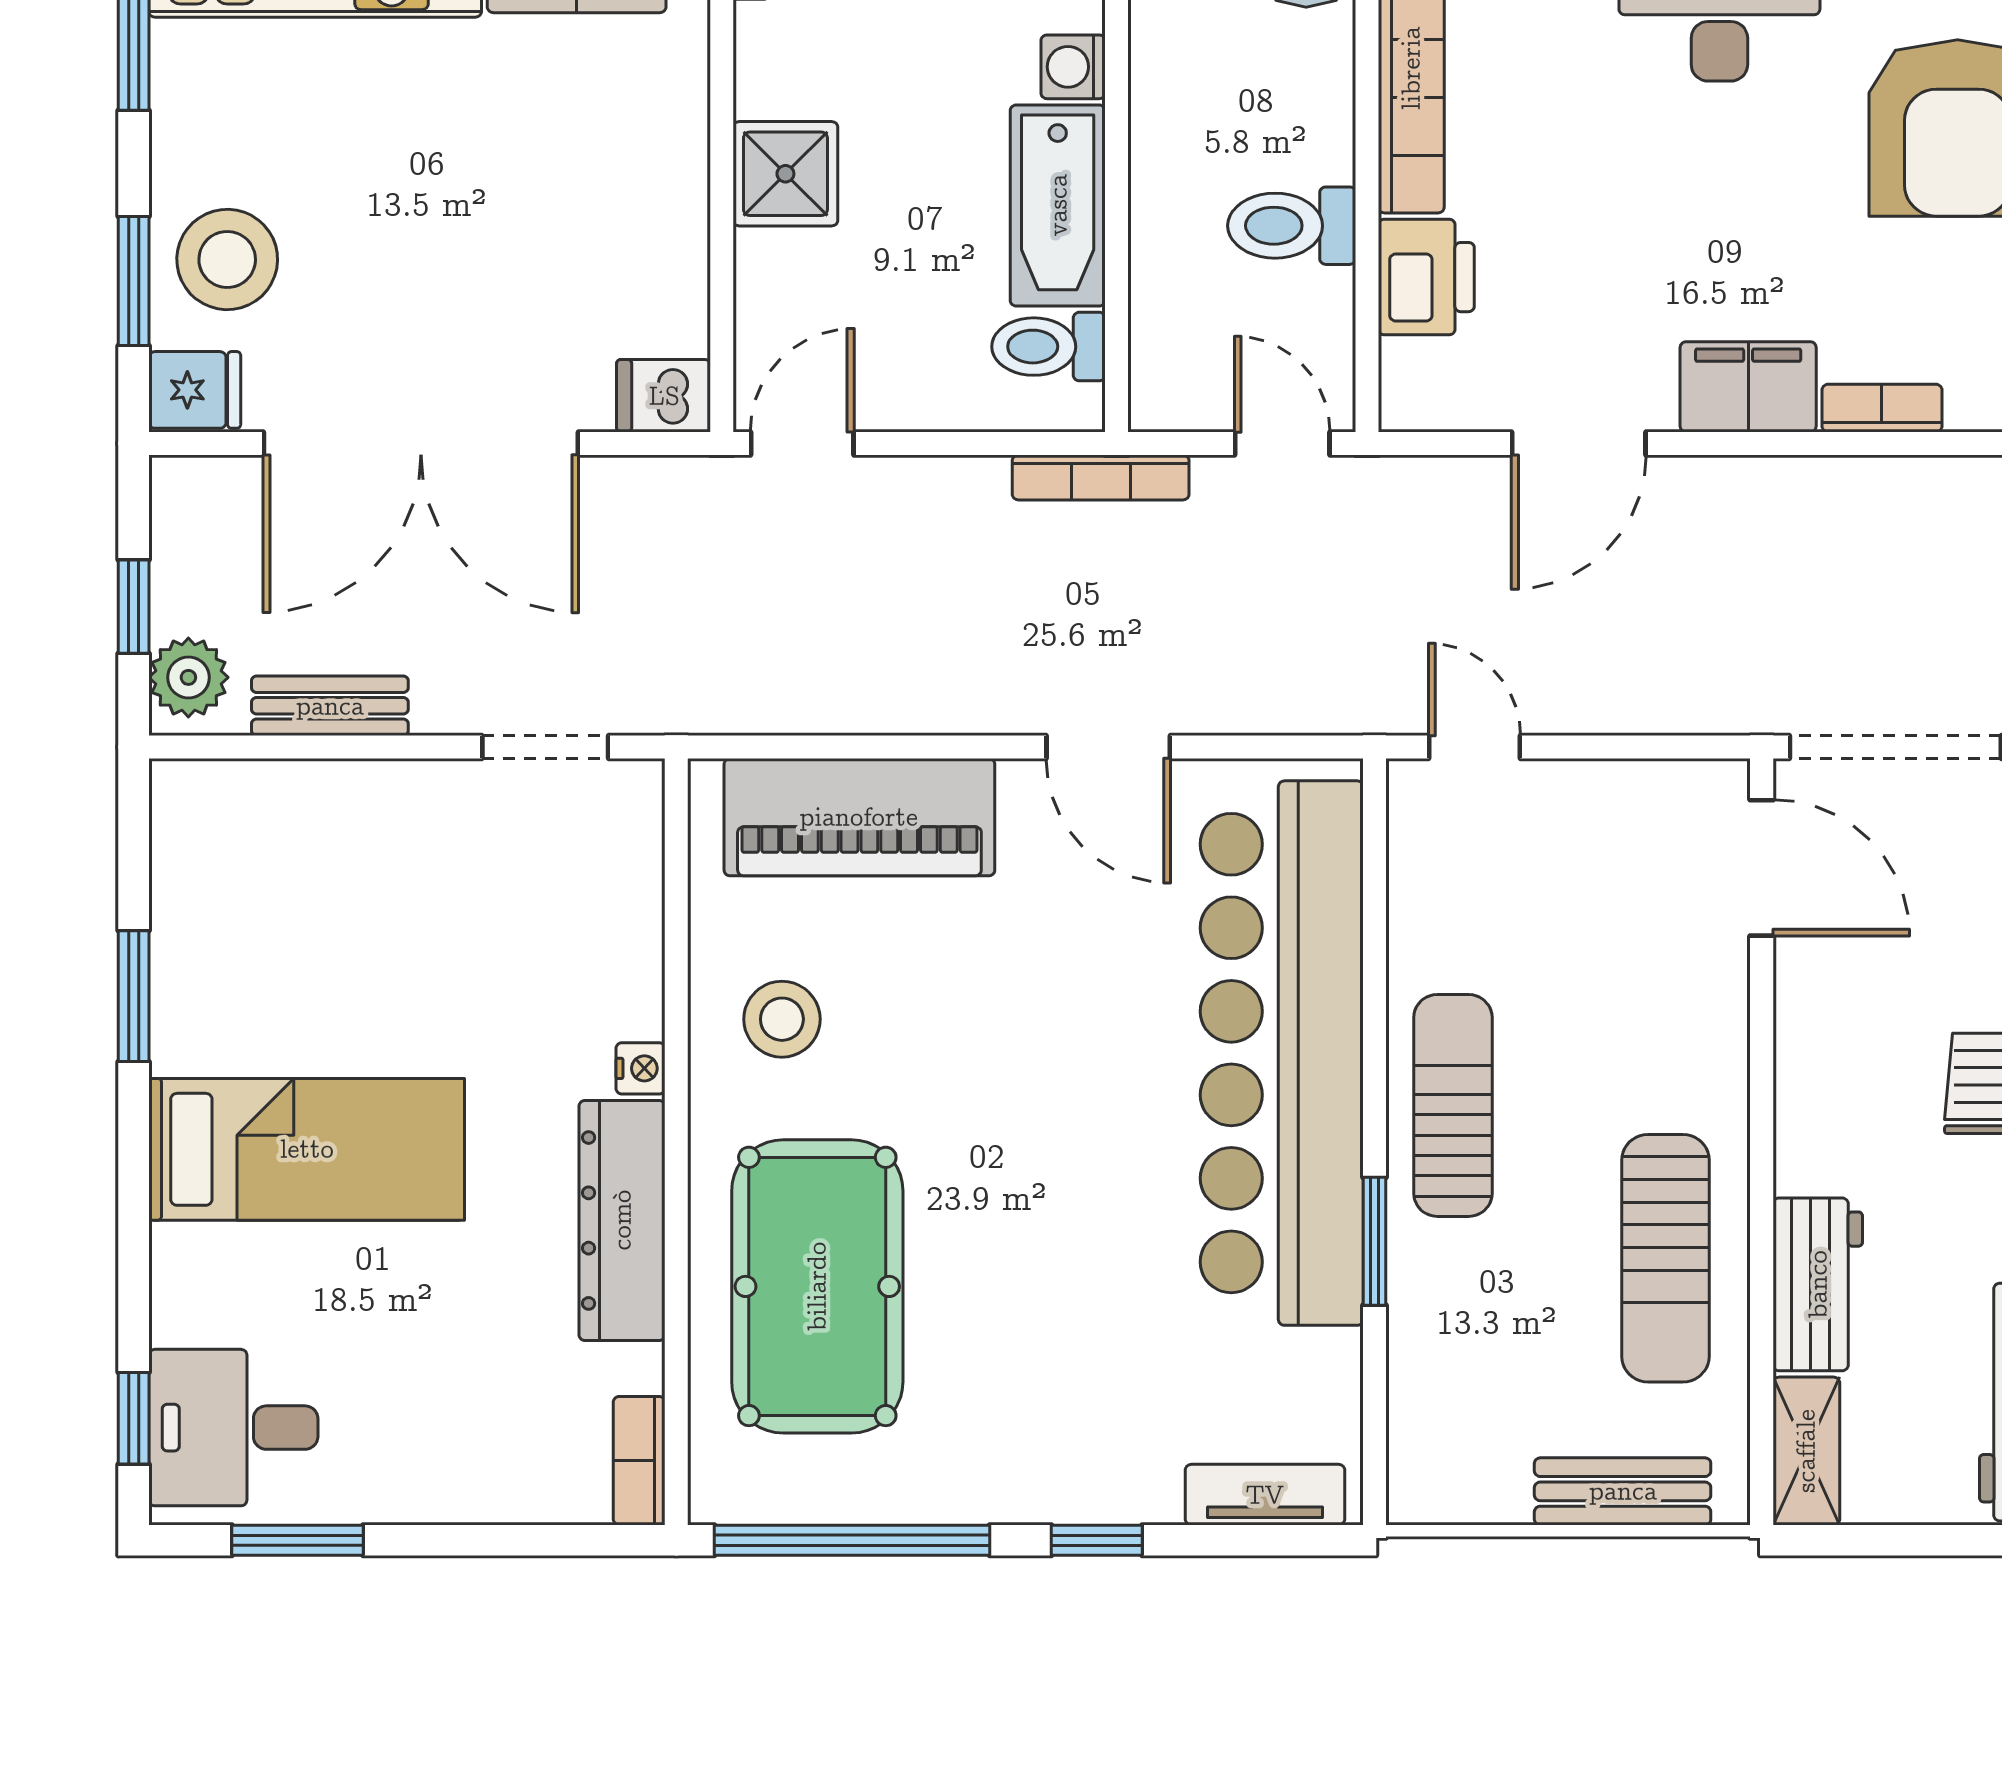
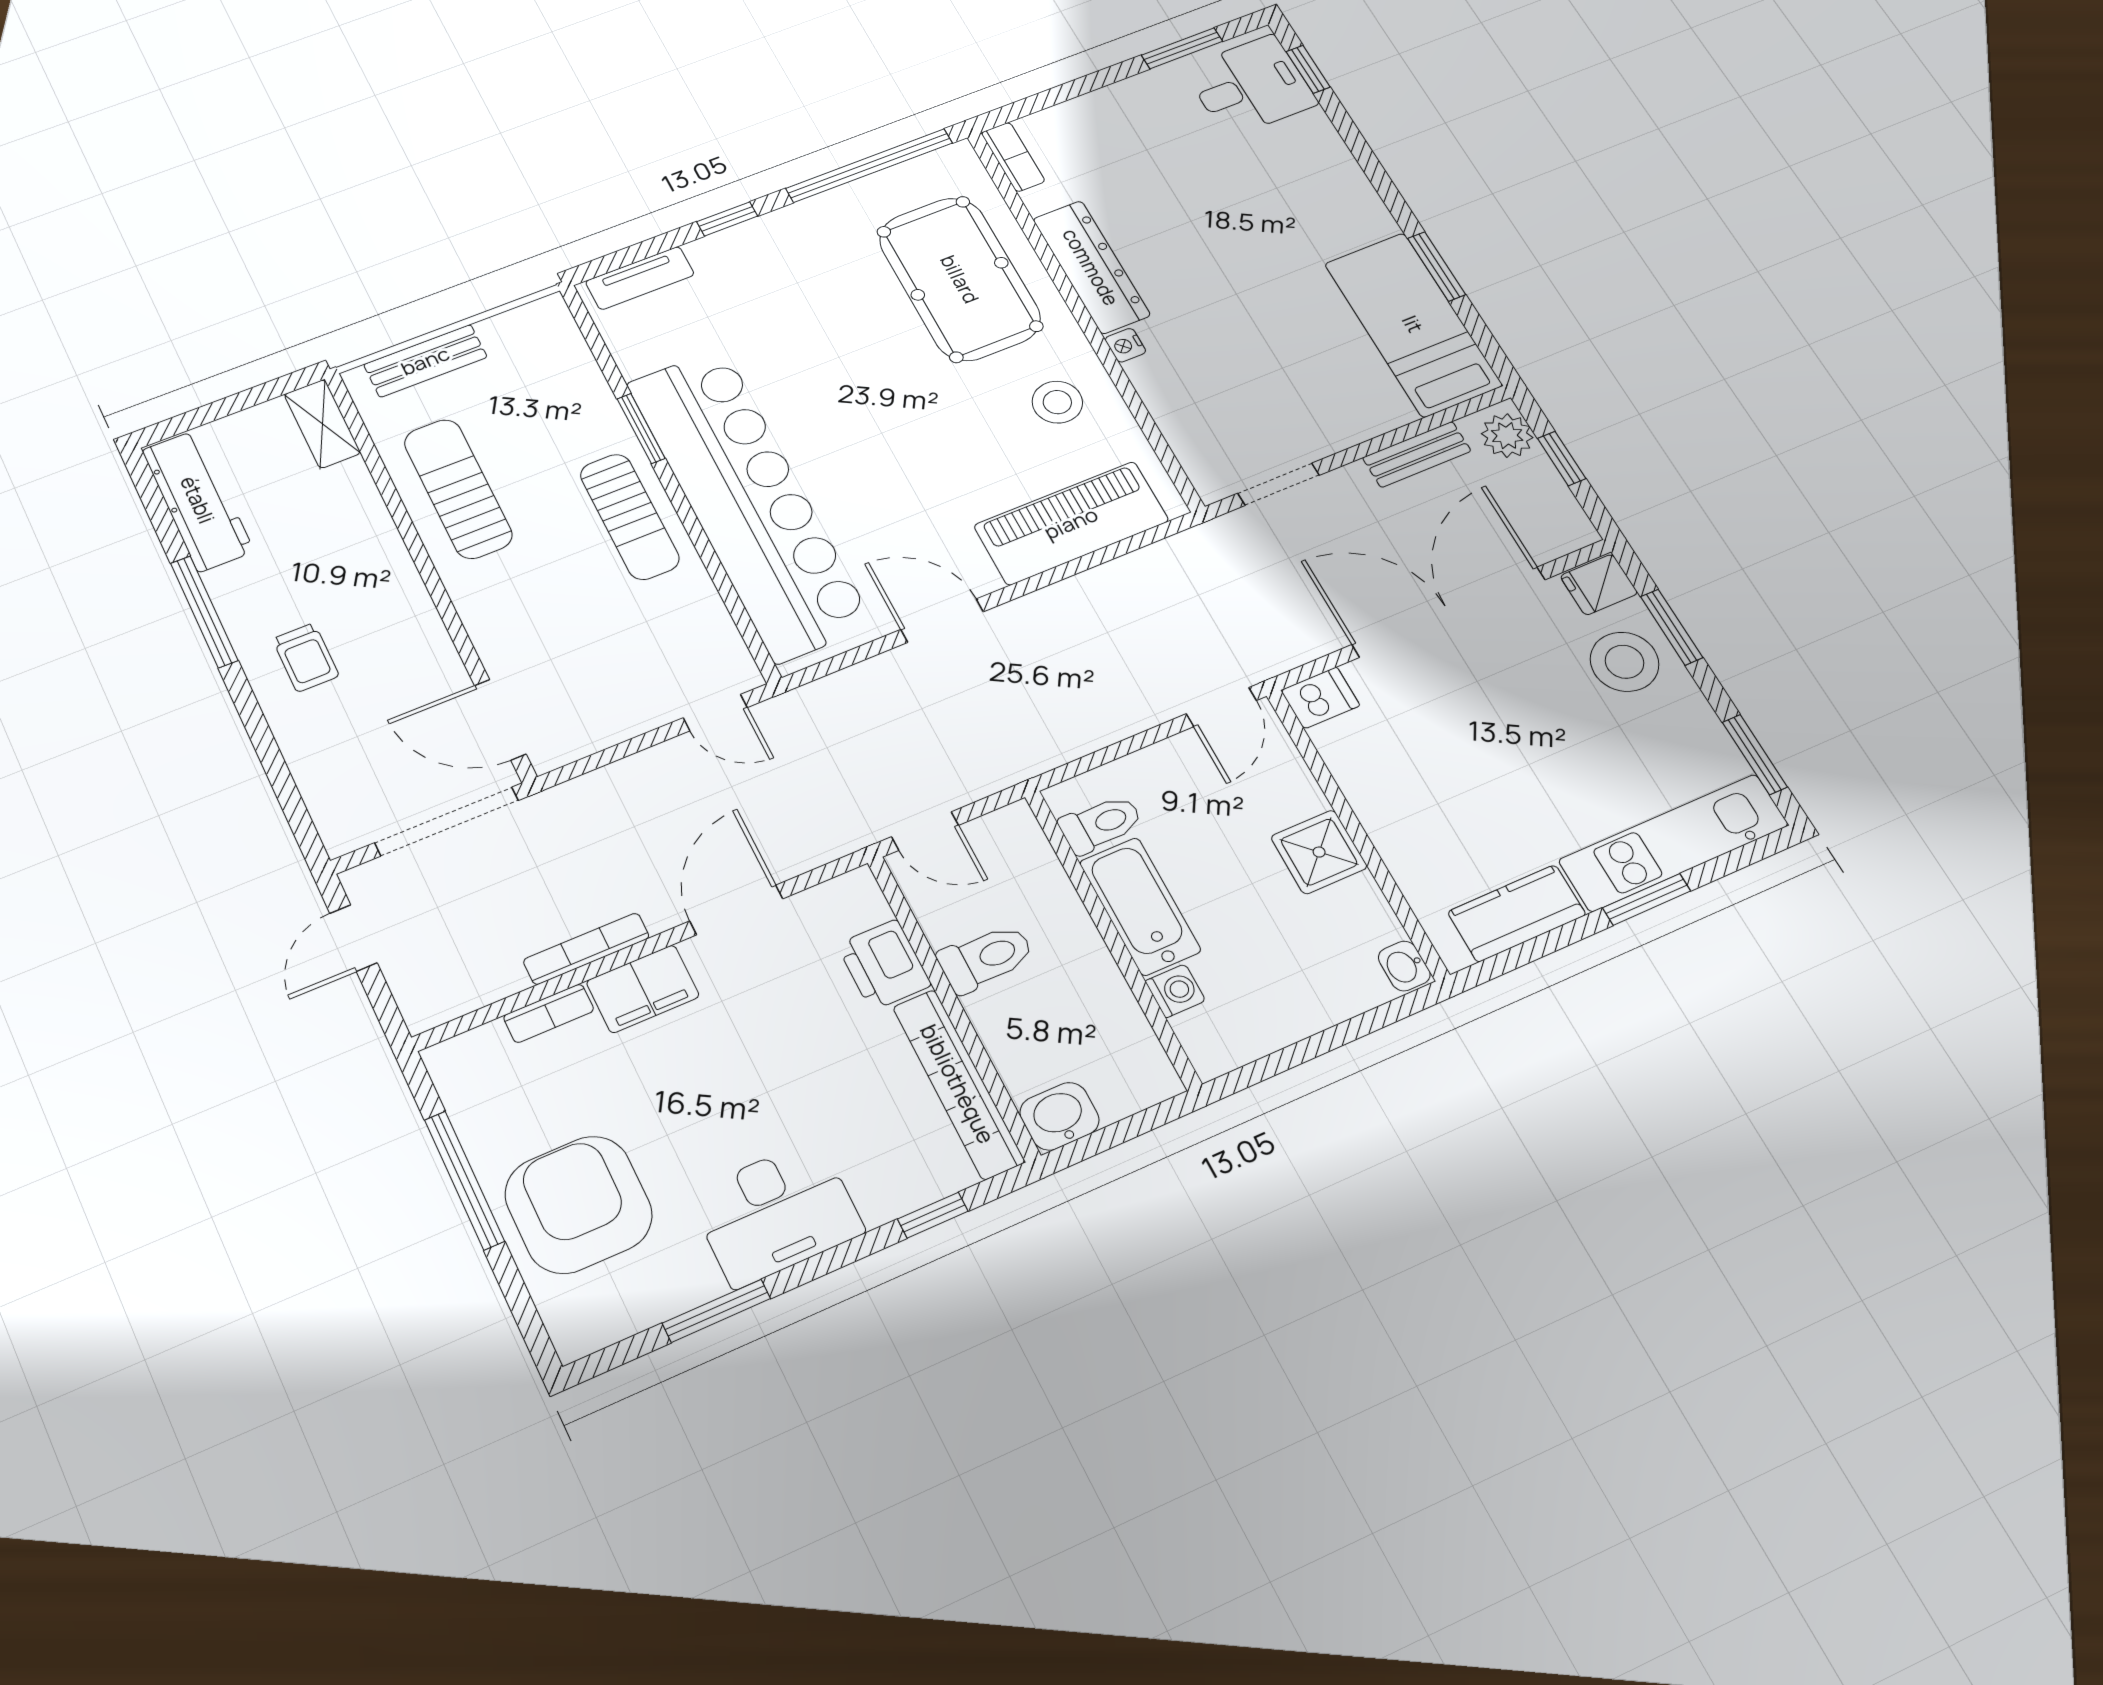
bookcase: (1101, 477) -> (586, 949), moved
bed: (307, 1149) -> (1413, 324), moved, turned 90
workbench: (1818, 1284) -> (357, 512), removed

